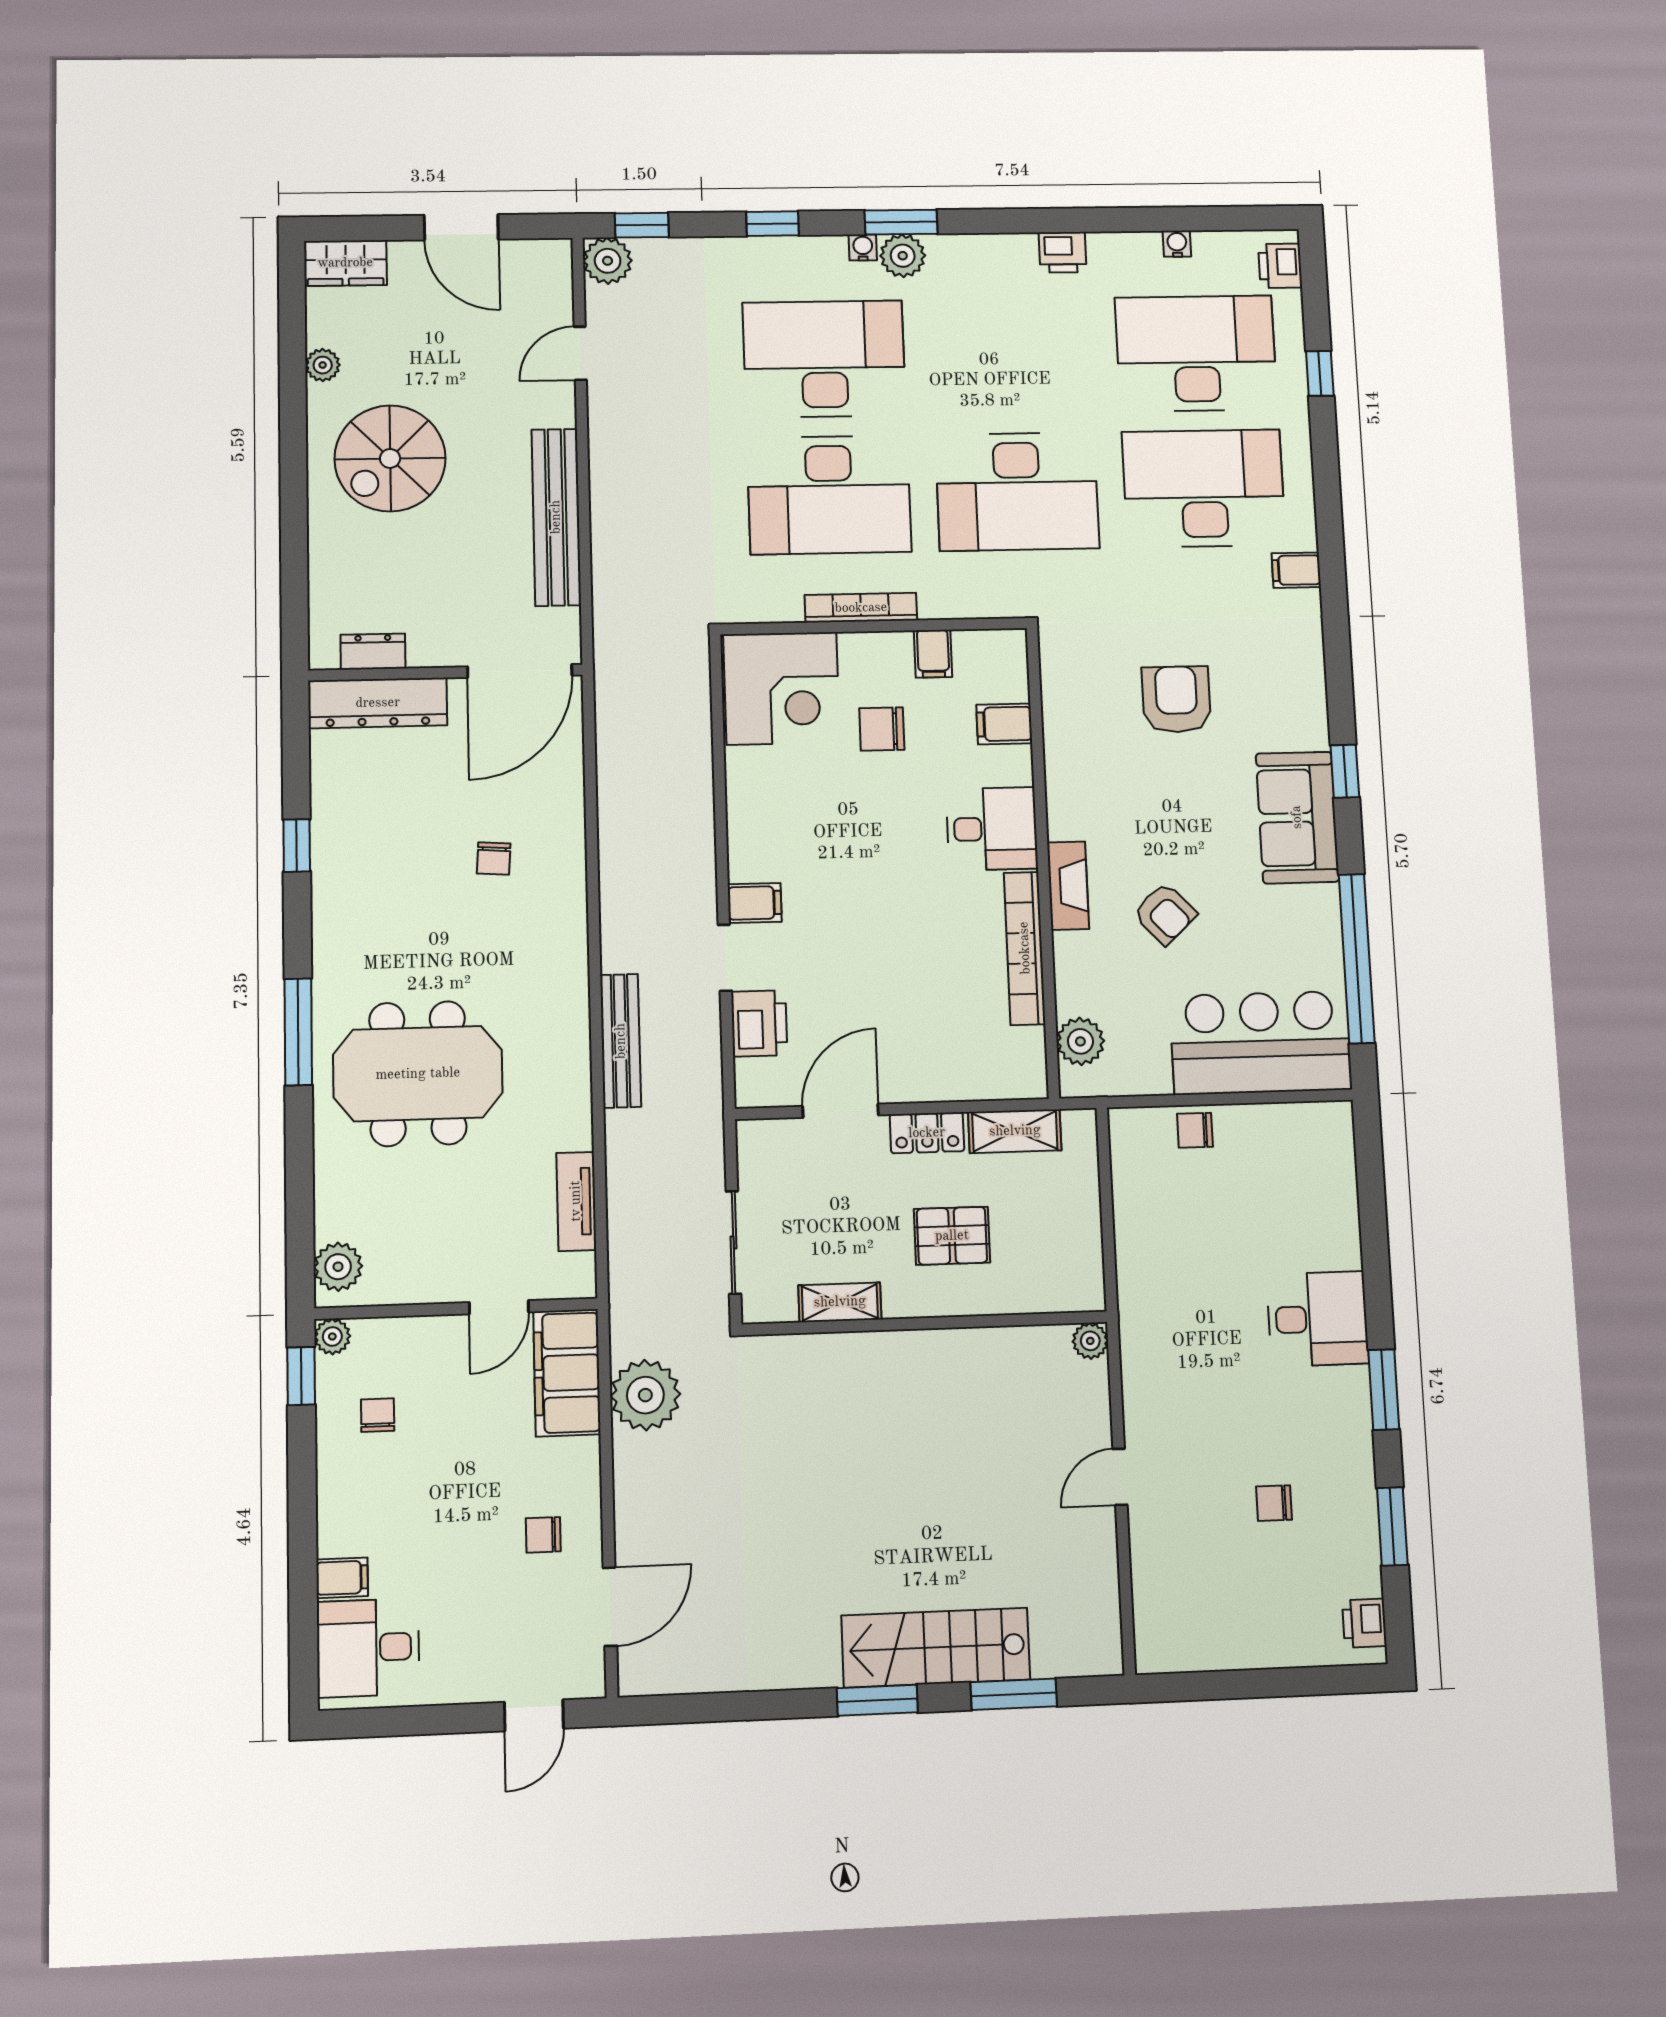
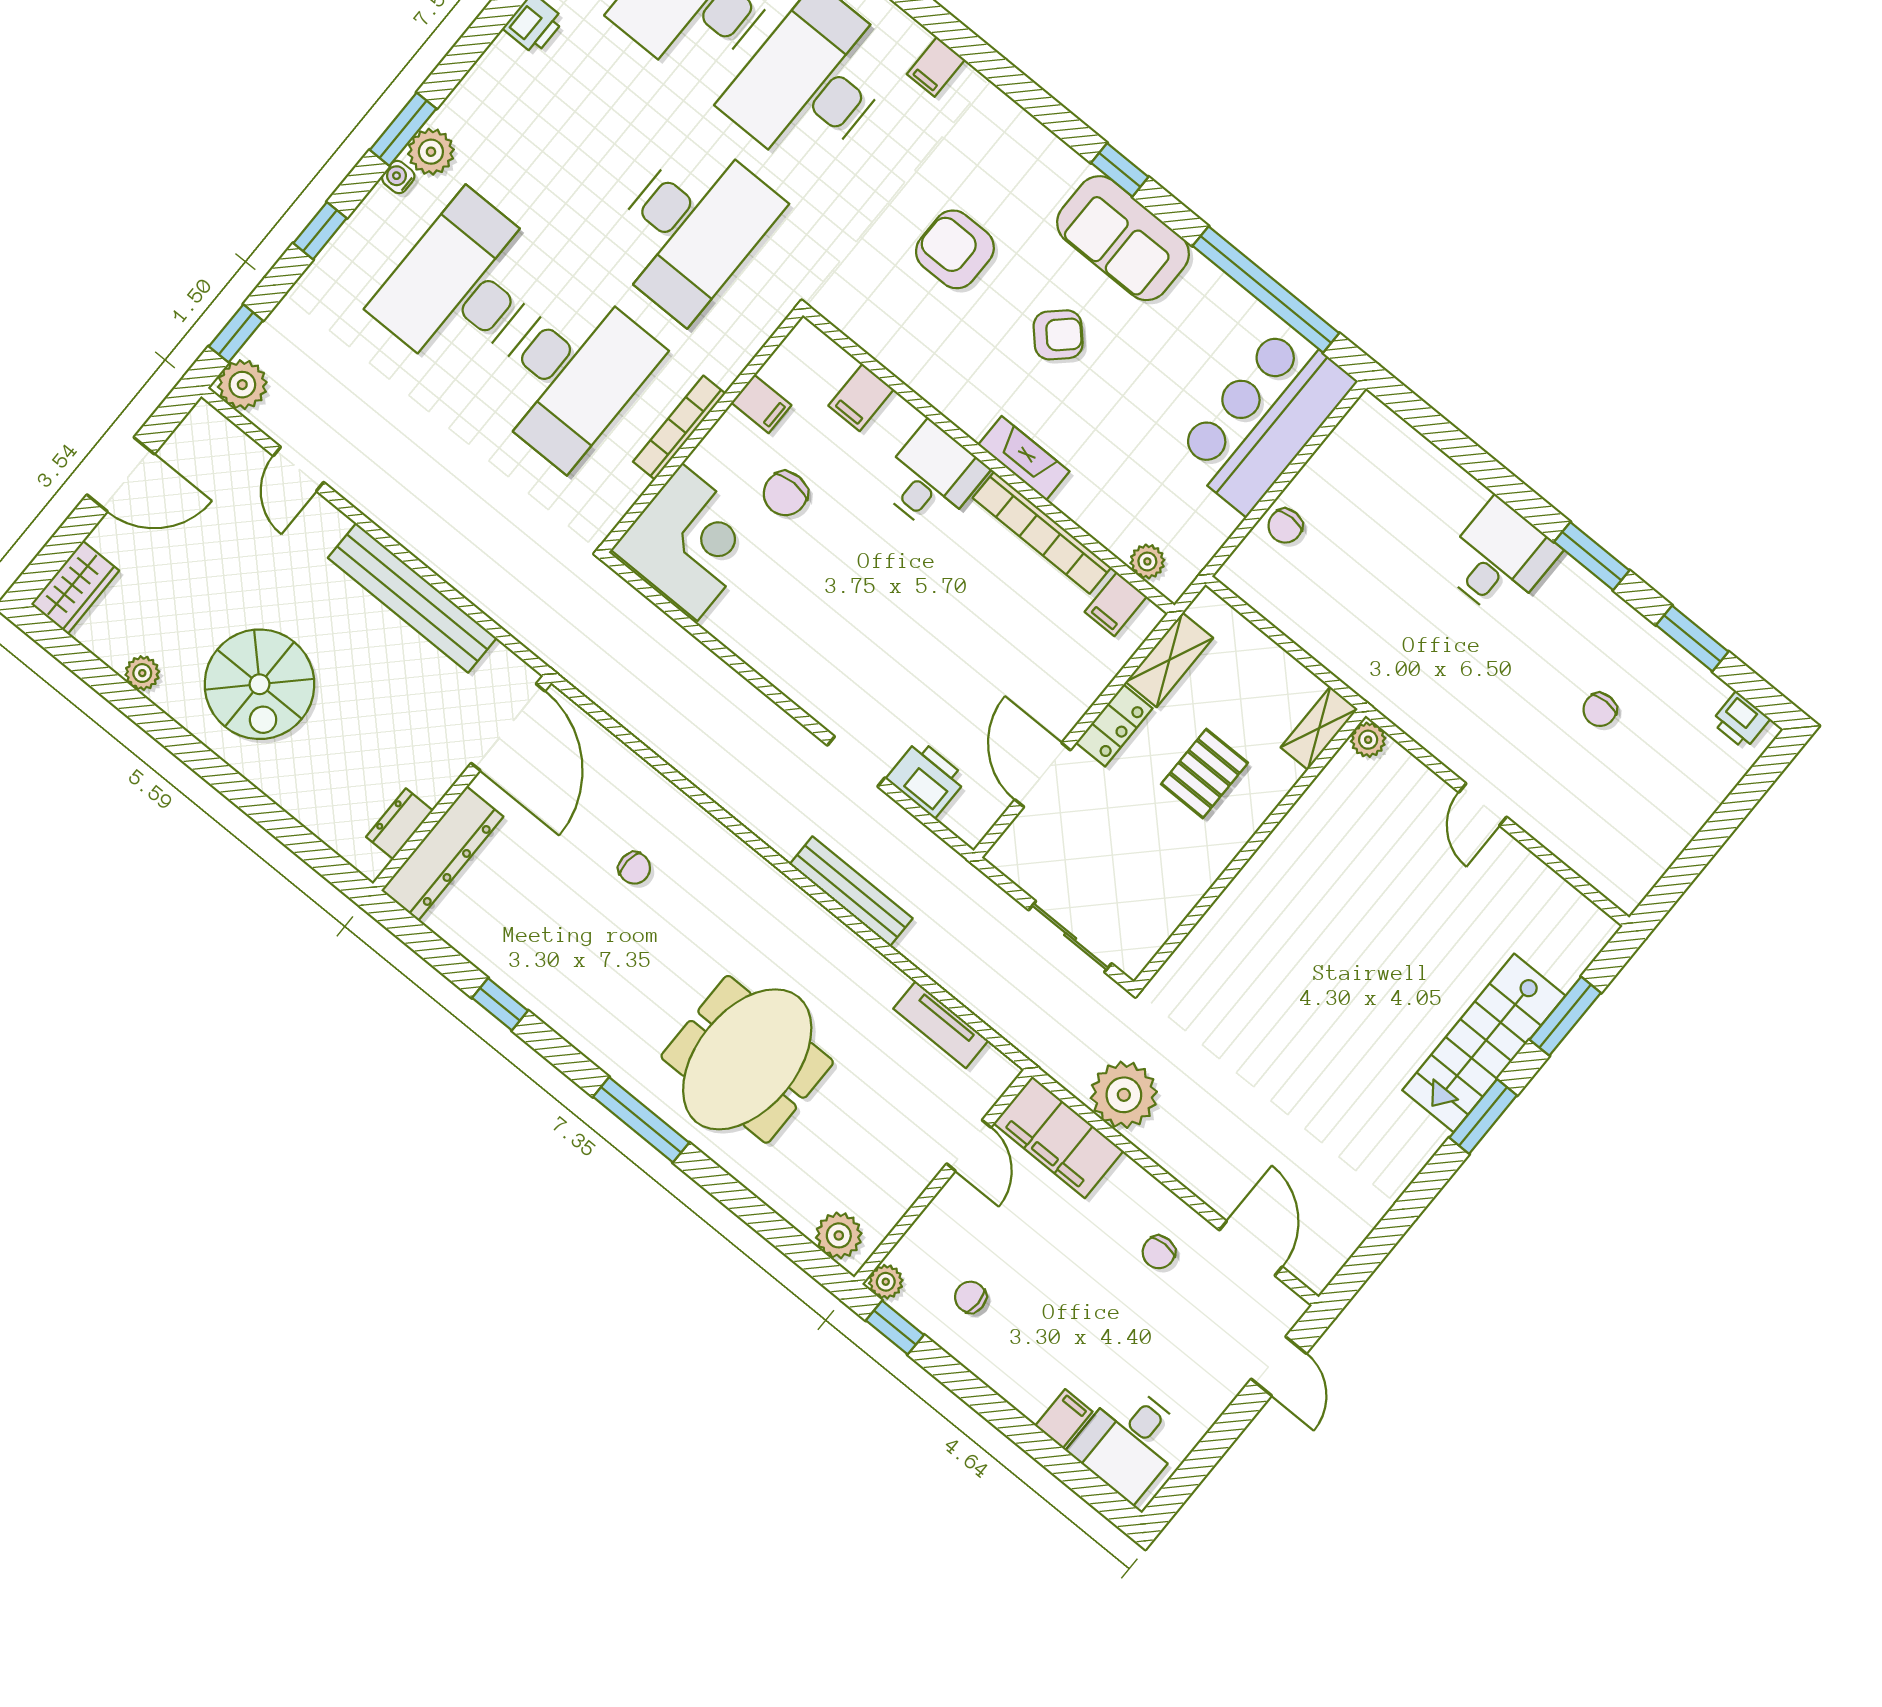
filing cabinet: (755, 903) -> (1116, 604), moved, turned 180
armchair: (1165, 914) -> (1058, 335), moved
plant: (1080, 1041) -> (1147, 561), width x0.73, depth x0.73
shelving: (840, 1302) -> (1319, 728), moved

